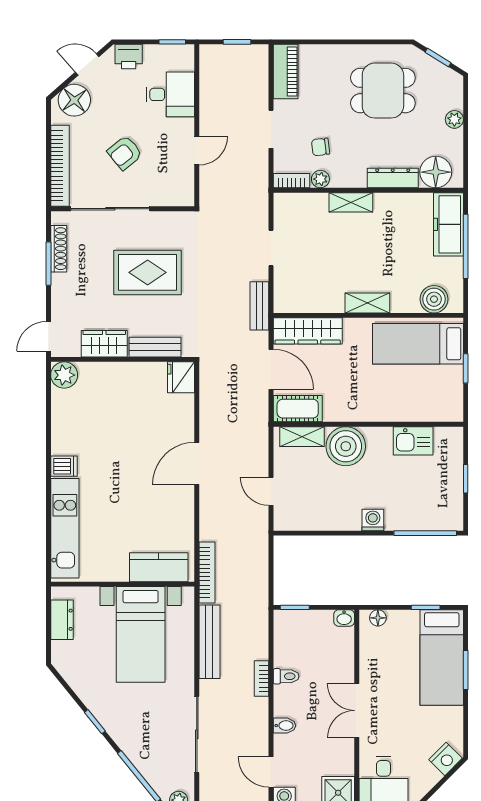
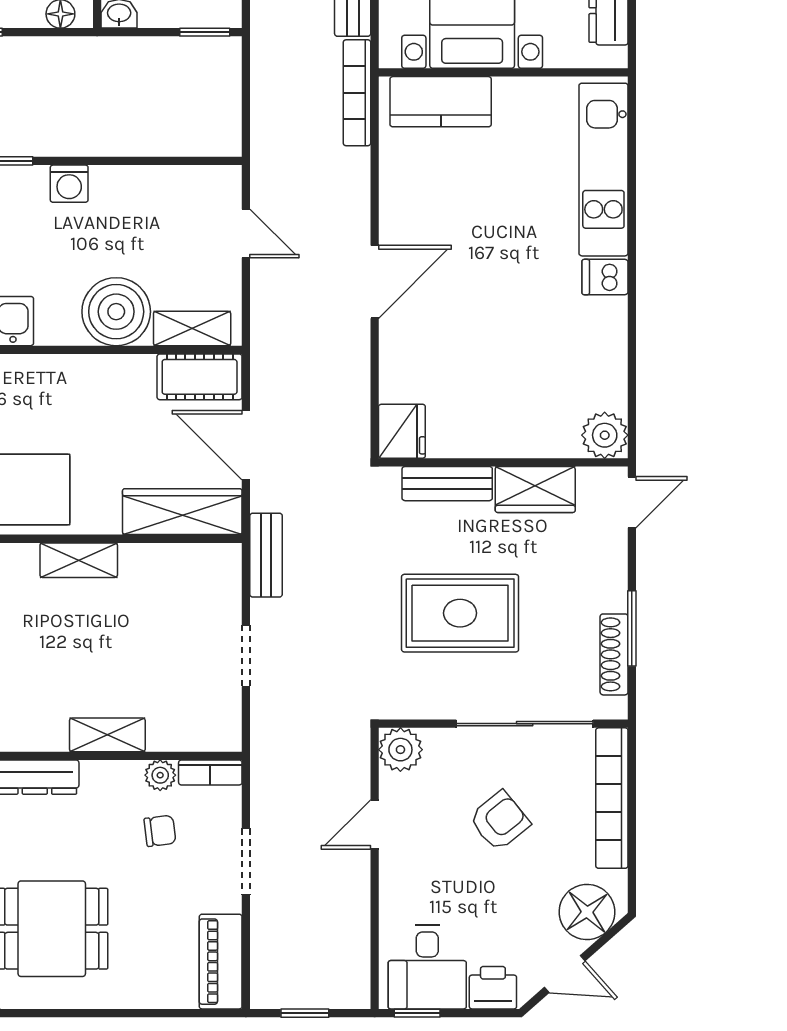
desk: (170, 94) -> (427, 967), moved, turned -90
plant: (182, 194) -> (400, 750), added

